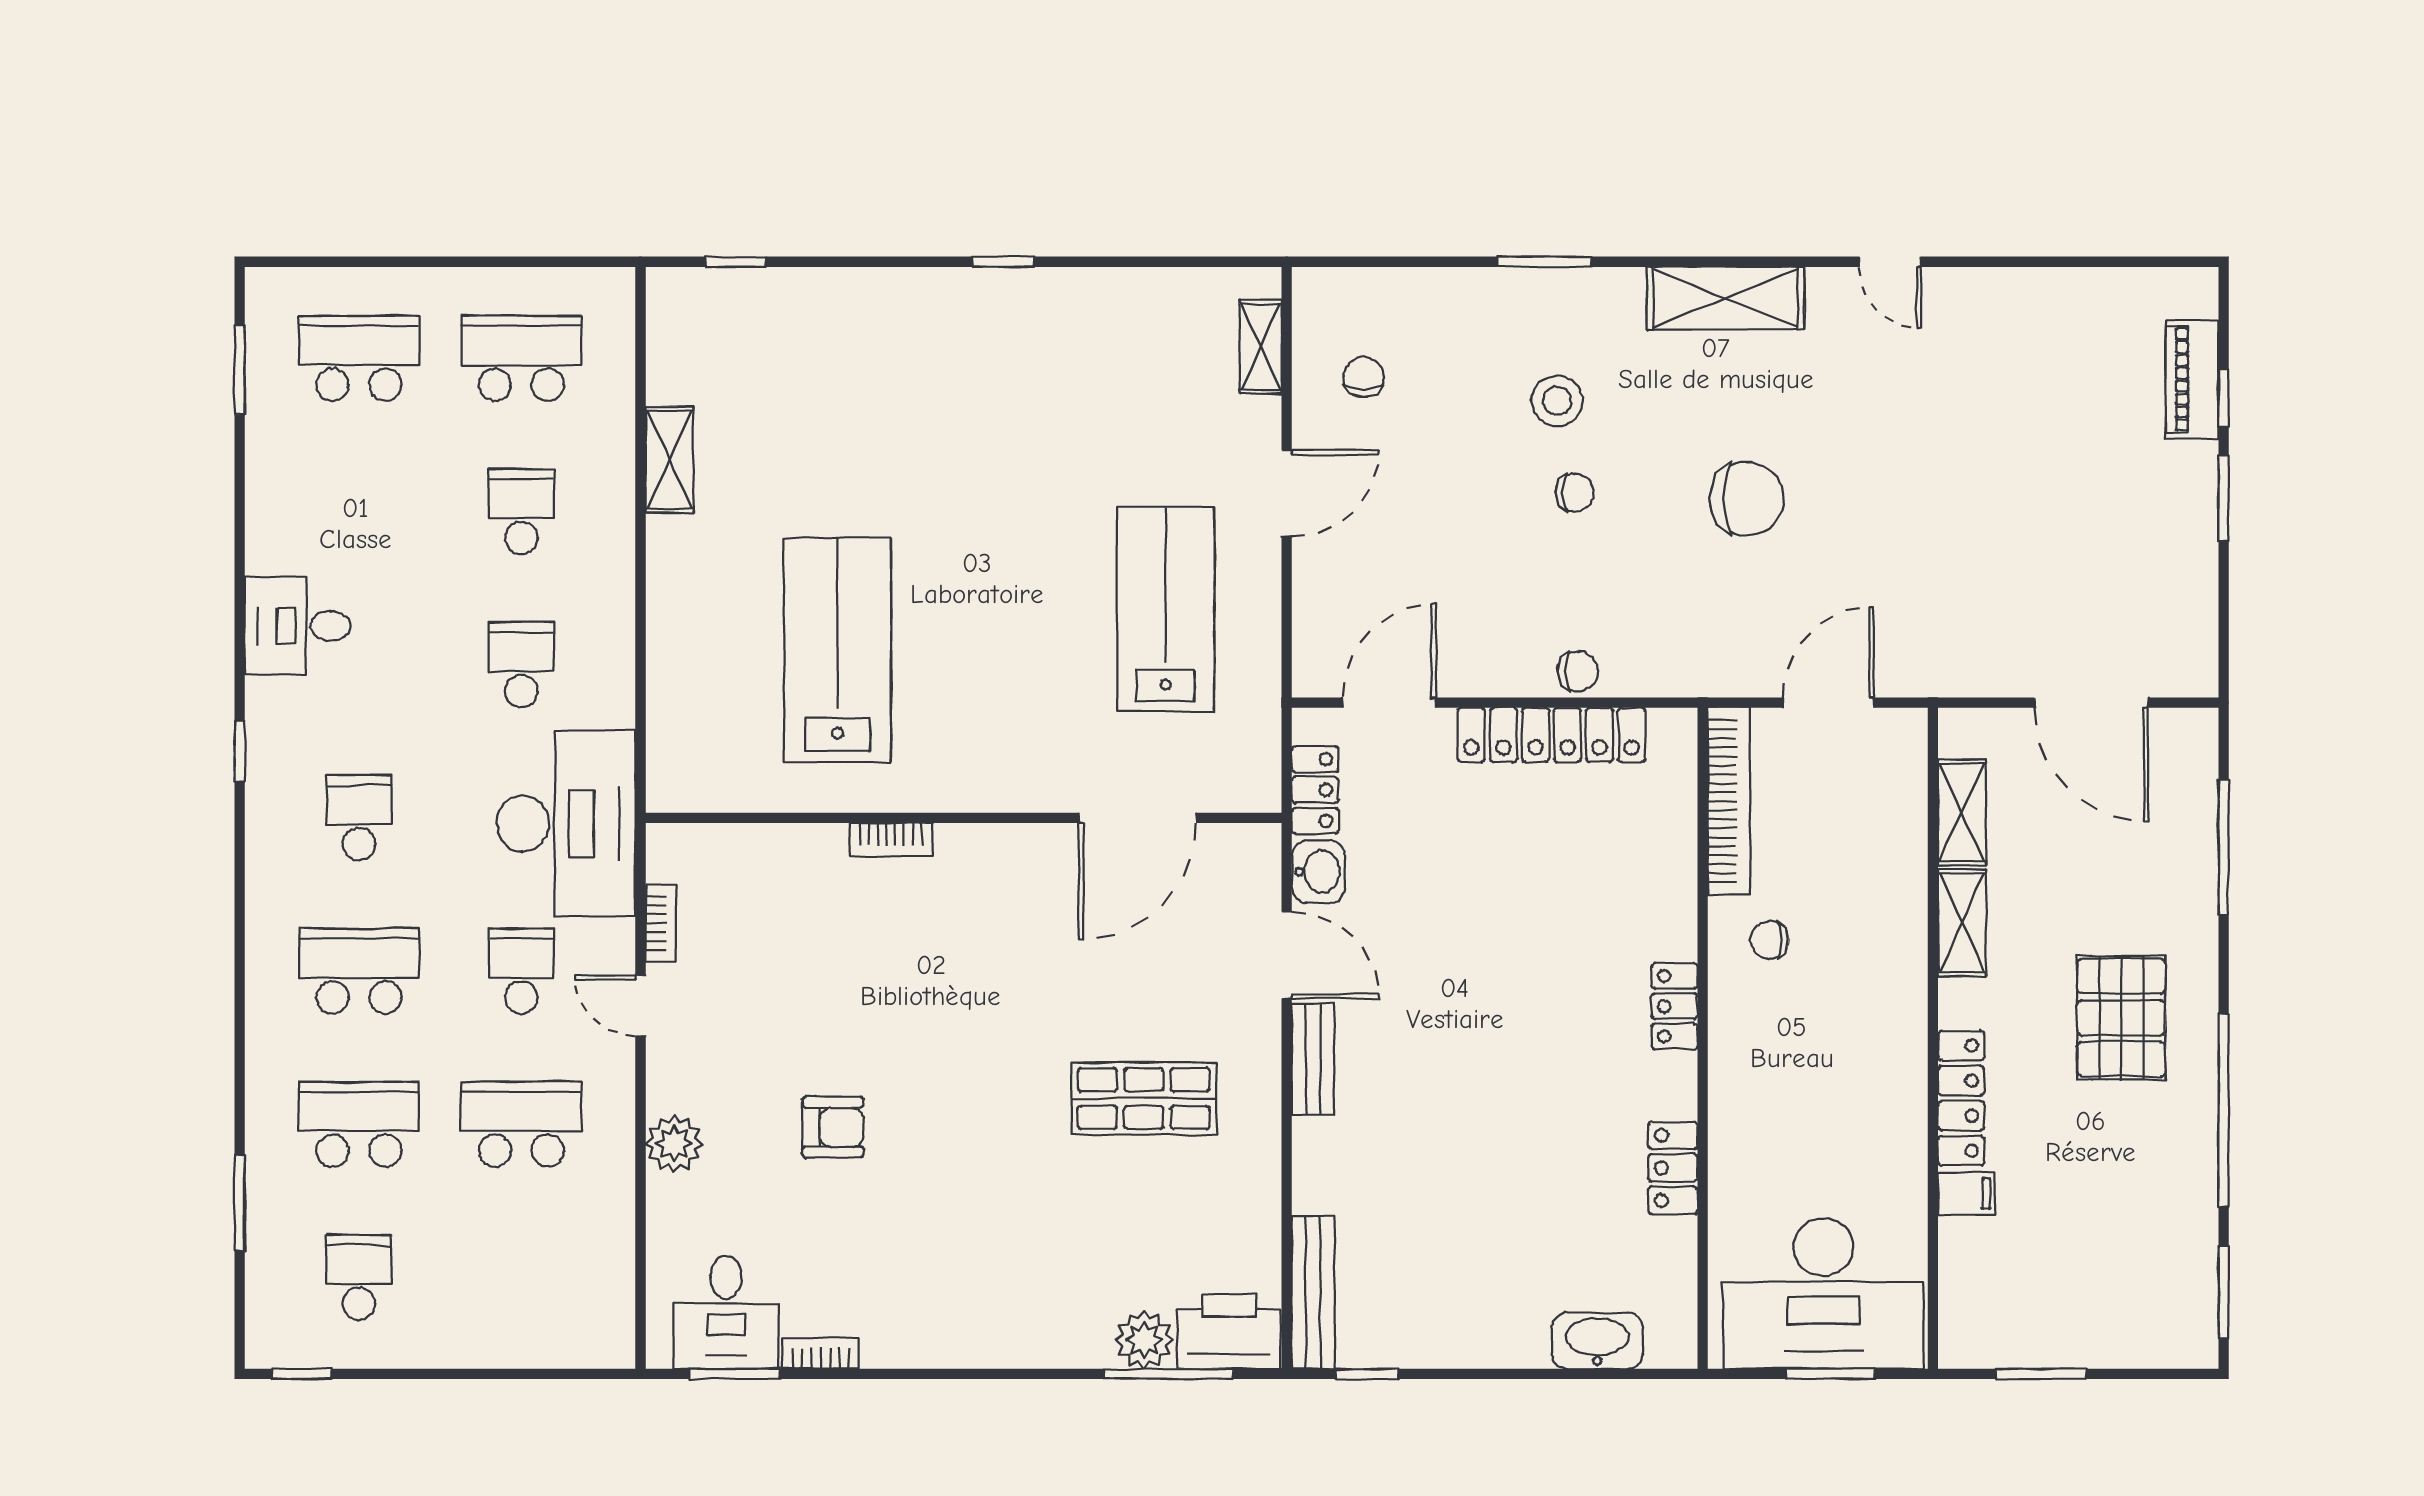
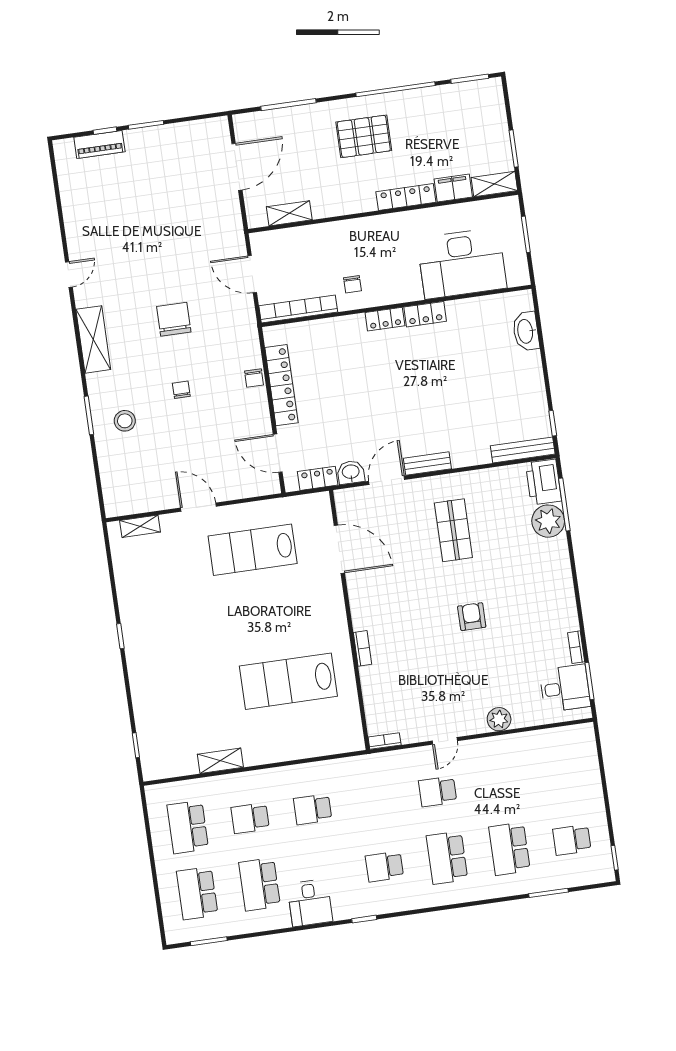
chair: (1363, 377) -> (146, 483), removed
stool: (1557, 401) -> (125, 421), moved
chair: (1578, 671) -> (254, 378), turned 180
desk: (566, 824) -> (375, 782), removed
bookcase: (661, 923) -> (385, 741), moved
shelving: (1962, 923) -> (494, 184), moved
school desk: (521, 1124) -> (260, 884), moved
armchair: (833, 1127) -> (472, 617), moved
locker: (1673, 1168) -> (425, 314), moved
filing cabinet: (1967, 1194) -> (453, 188), width x2.00
desk: (1823, 1294) -> (462, 263), moved, turned 90
plant: (1144, 1340) -> (548, 521), width x1.36, depth x1.36

